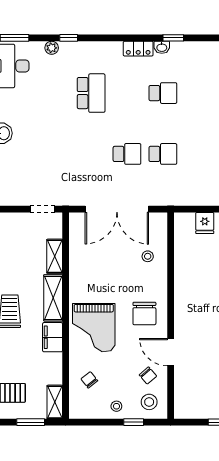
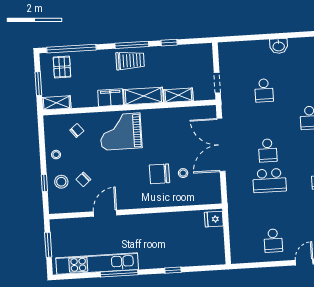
school desk: (55, 154) -> (264, 90), added
school desk: (163, 154) -> (269, 180), width x1.85
chair: (144, 313) -> (160, 174), moved
wall: (171, 316) -> (136, 211), moved
door: (171, 352) -> (105, 213), moved
window: (134, 422) -> (44, 183), moved

